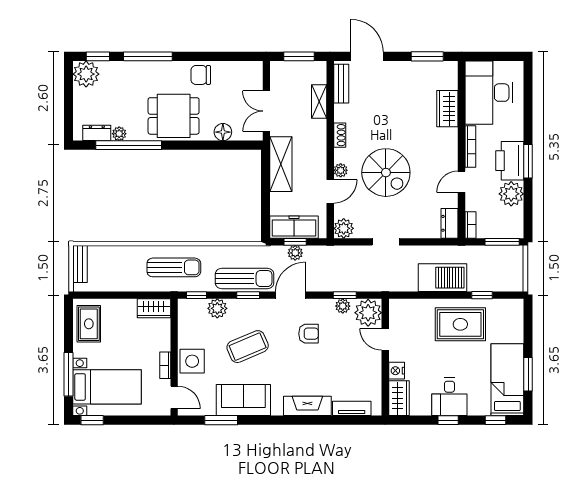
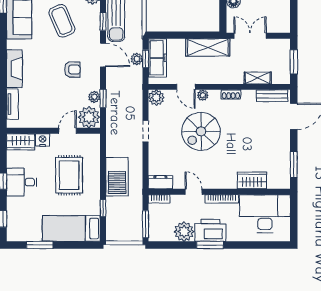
rug: (460, 324) -> (69, 175), moved
armchair: (308, 334) -> (72, 70), turned -90
bed: (507, 380) -> (71, 228), moved, turned 180

